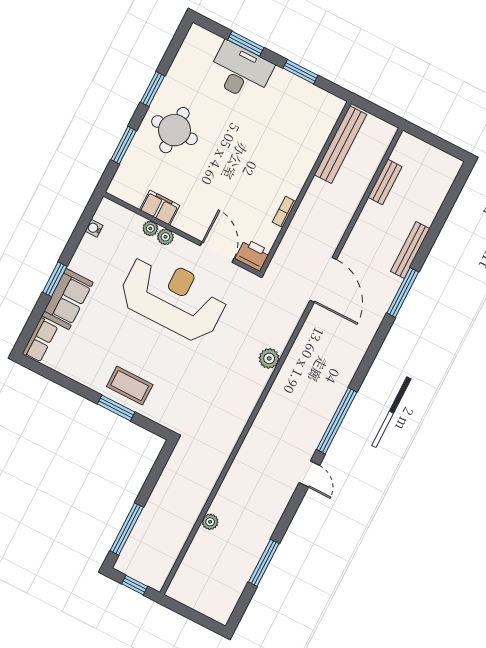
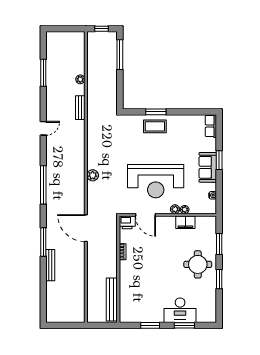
bench: (385, 182) -> (80, 108), moved
sofa: (67, 299) -> (208, 167), moved
window: (337, 421) -> (43, 185), moved
door: (309, 474) -> (43, 128), swing flipped

